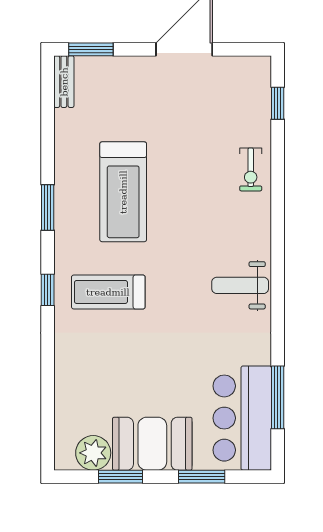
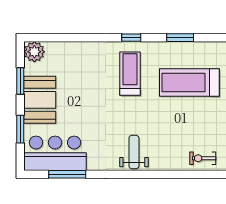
plant: (93, 453) -> (34, 52), moved

